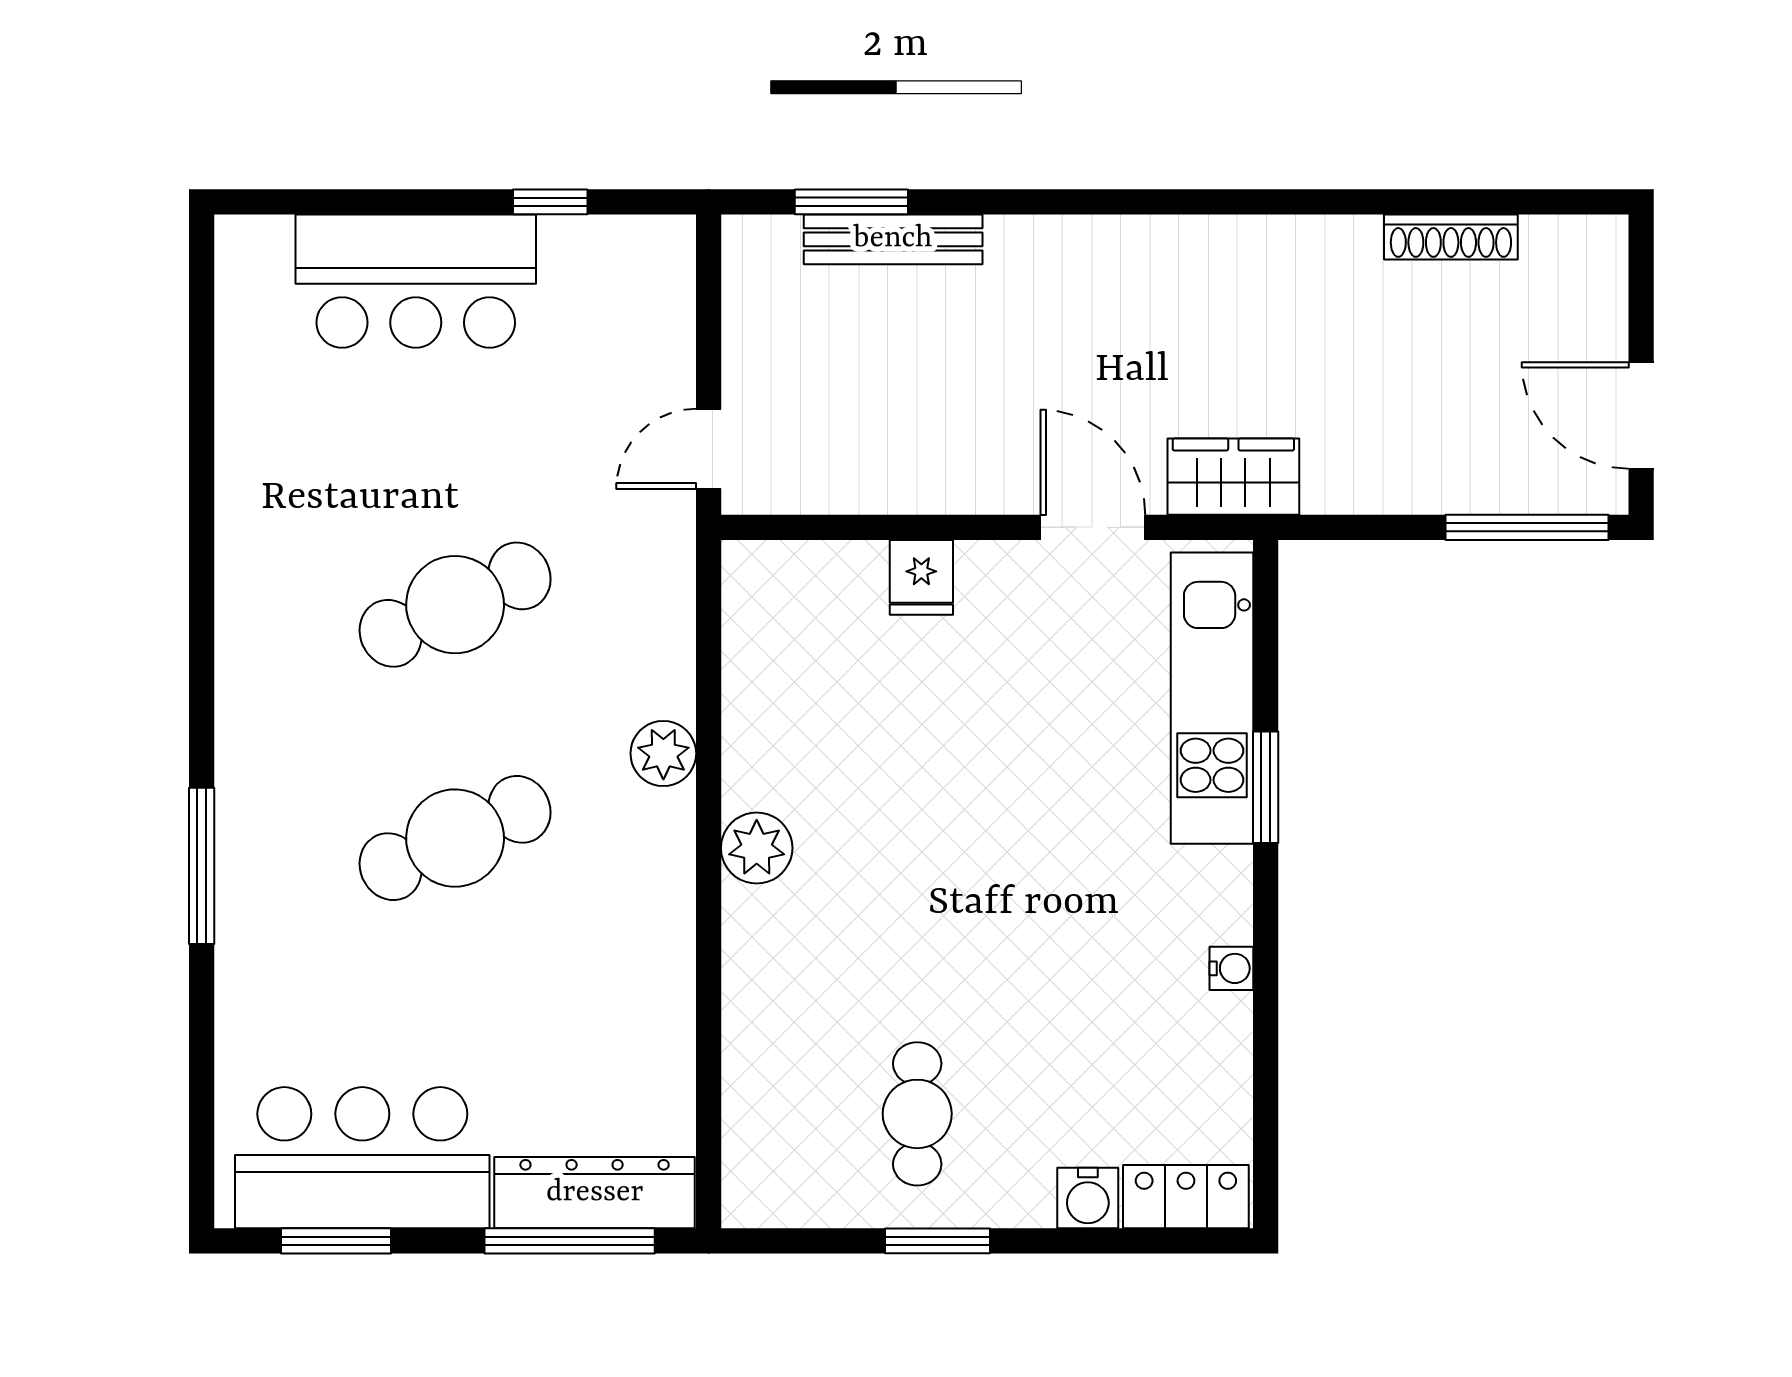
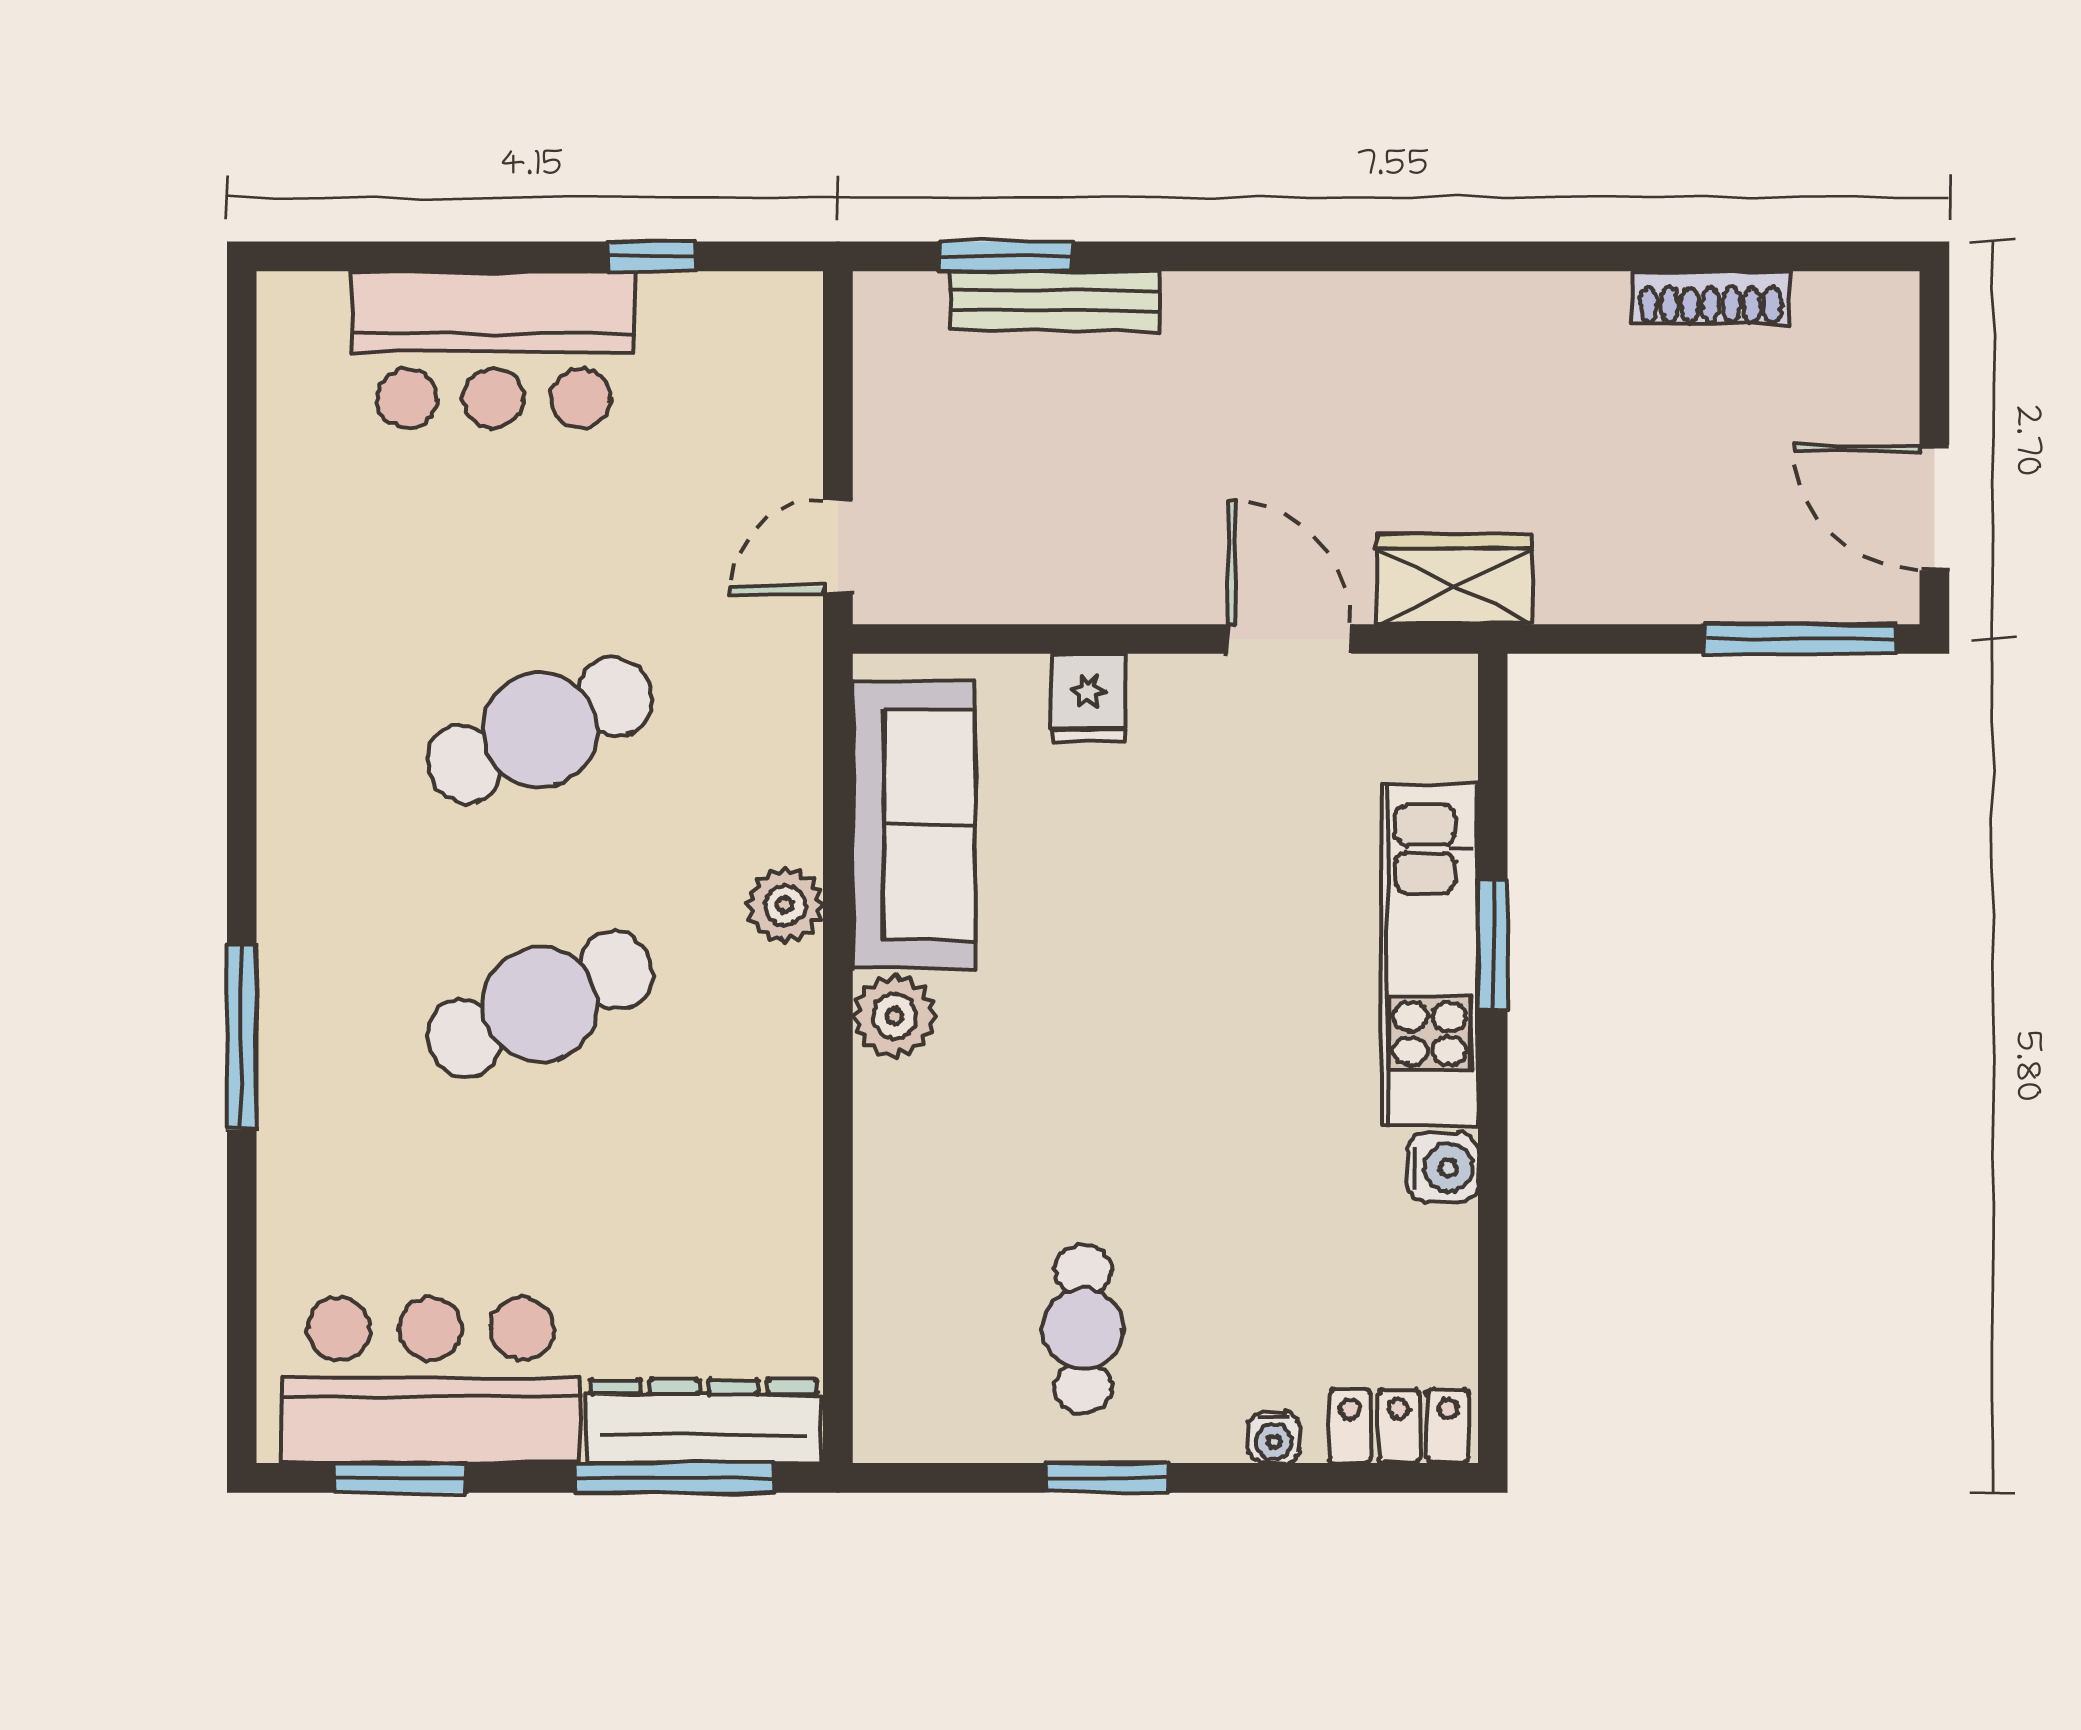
sofa: (773, 685) -> (914, 825), added
kitchen unit: (1212, 698) -> (1430, 955), moved
water cooler: (1231, 968) -> (1443, 1167), width x1.38, depth x1.38
water cooler: (1088, 1198) -> (1274, 1437), width x0.72, depth x0.72

